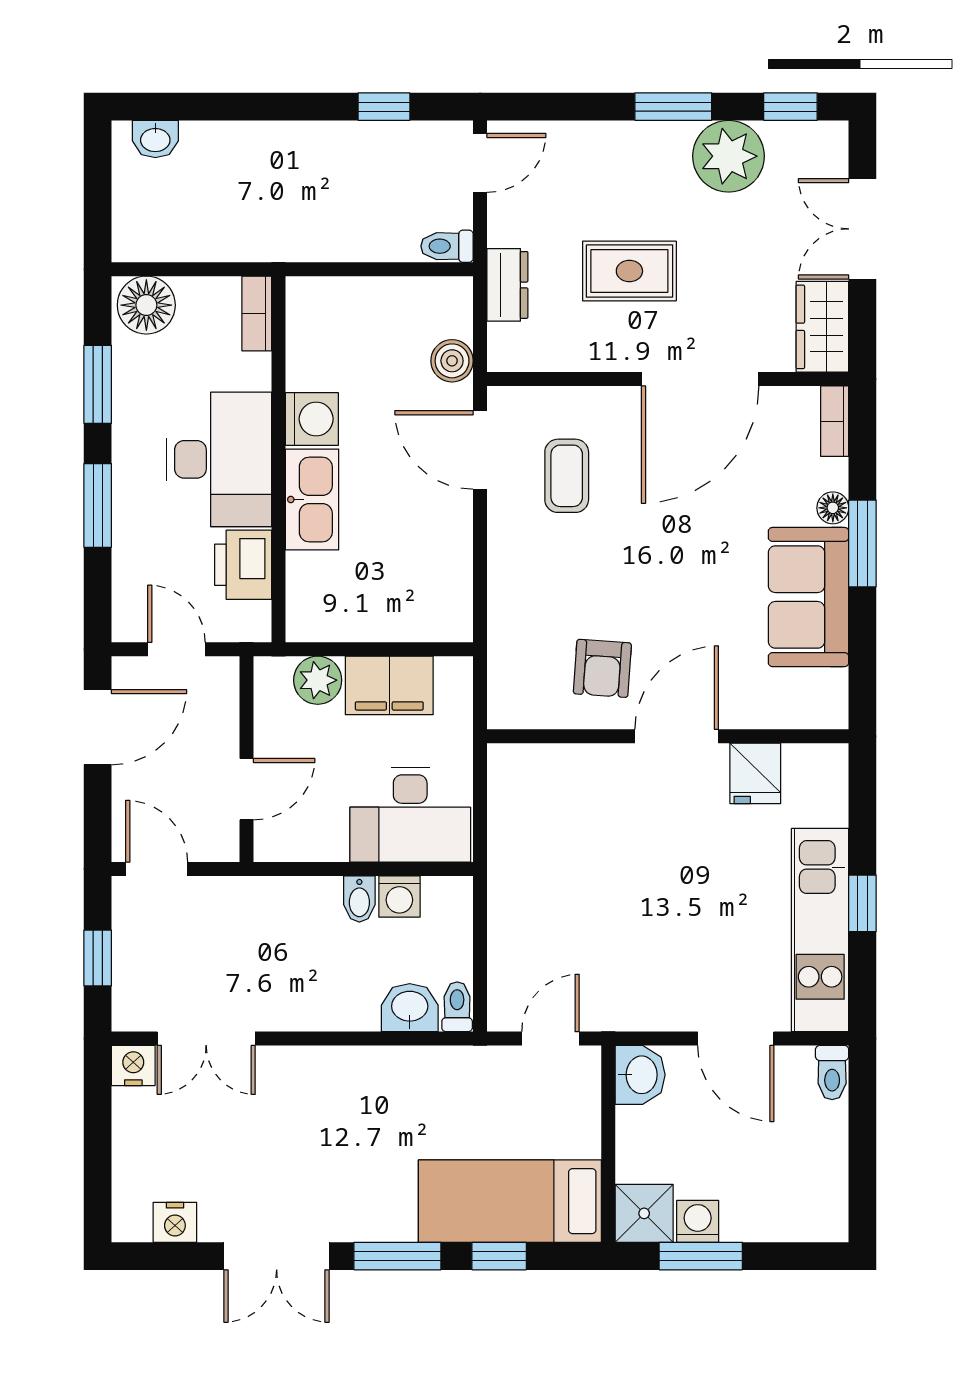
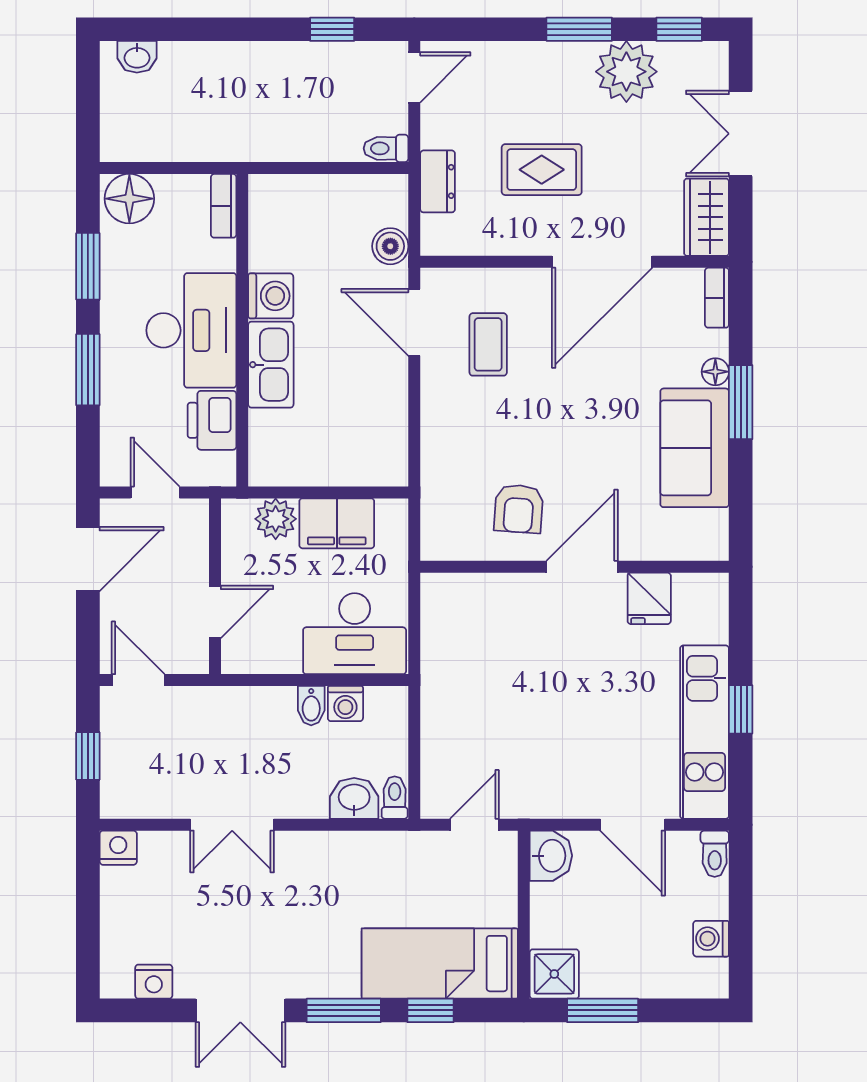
double door: (206, 1039) -> (232, 825), moved
washing machine: (698, 1221) -> (711, 939), moved, turned -90

